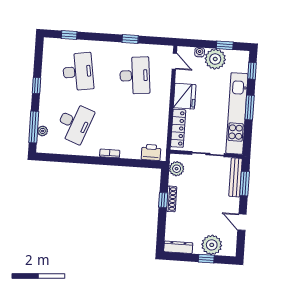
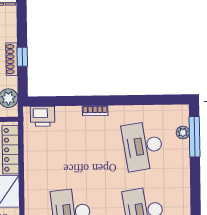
window: (36, 86) -> (195, 190), removed
desk: (75, 123) -> (143, 146), turned -30

